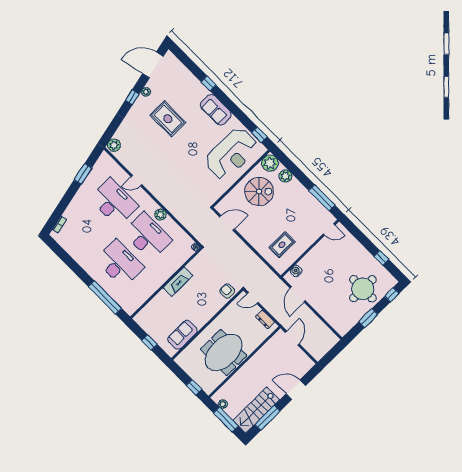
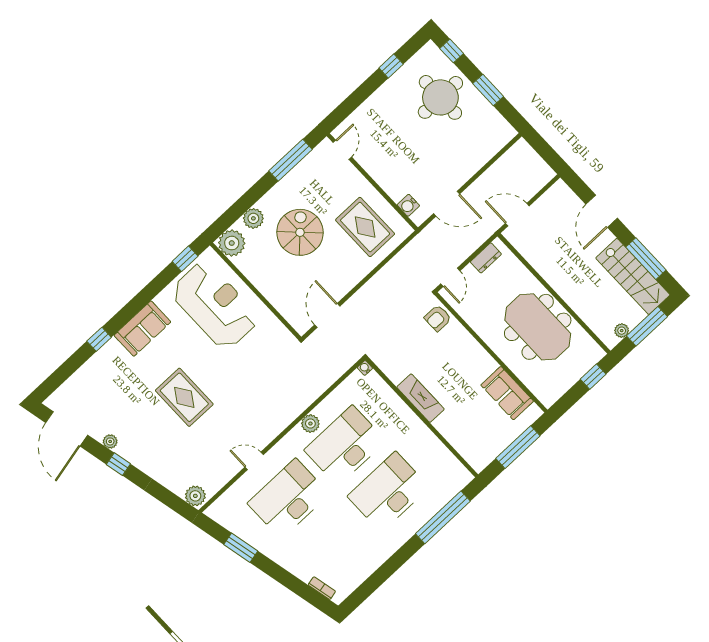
rug: (168, 119) -> (184, 397), moved, turned 90
door: (136, 181) -> (254, 461), swing flipped
spiral stairs: (259, 191) -> (300, 232), moved
rug: (282, 245) -> (365, 227), width x1.36, depth x1.43
window: (149, 342) -> (518, 447), width x2.17

